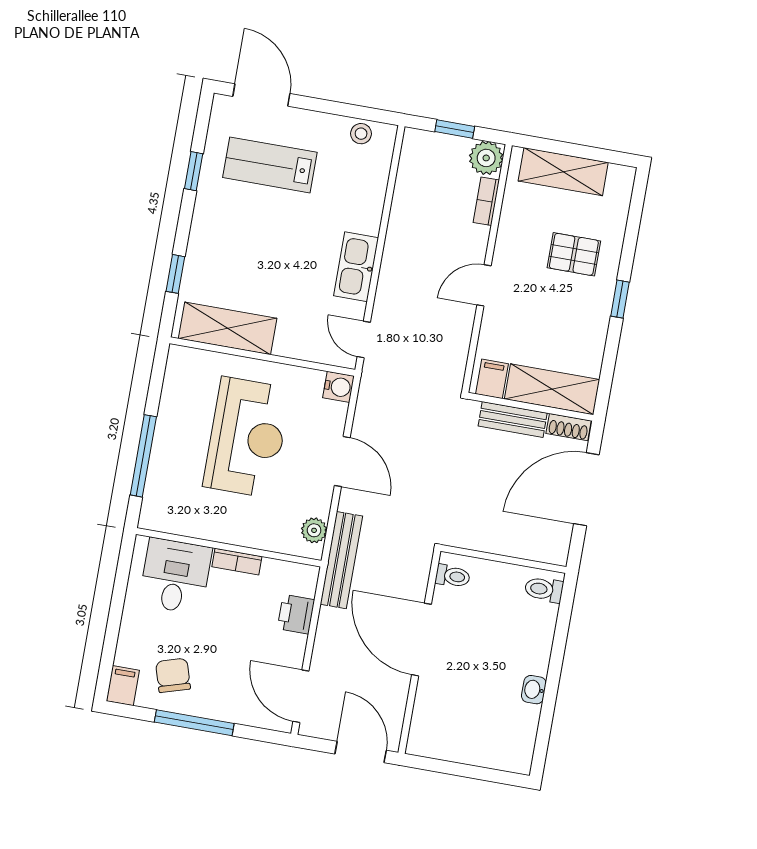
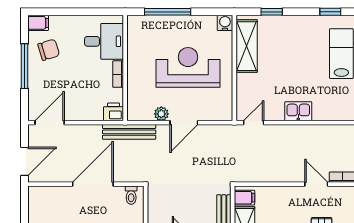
kitchen sink: (356, 267) -> (298, 111), width x0.73
door: (484, 285) -> (316, 184), moved
water cooler: (338, 387) -> (225, 23), moved, turned 180
reception desk: (247, 437) -> (188, 67), turned 180
plant: (314, 530) -> (161, 114), moved
printer: (296, 614) -> (114, 112), moved

